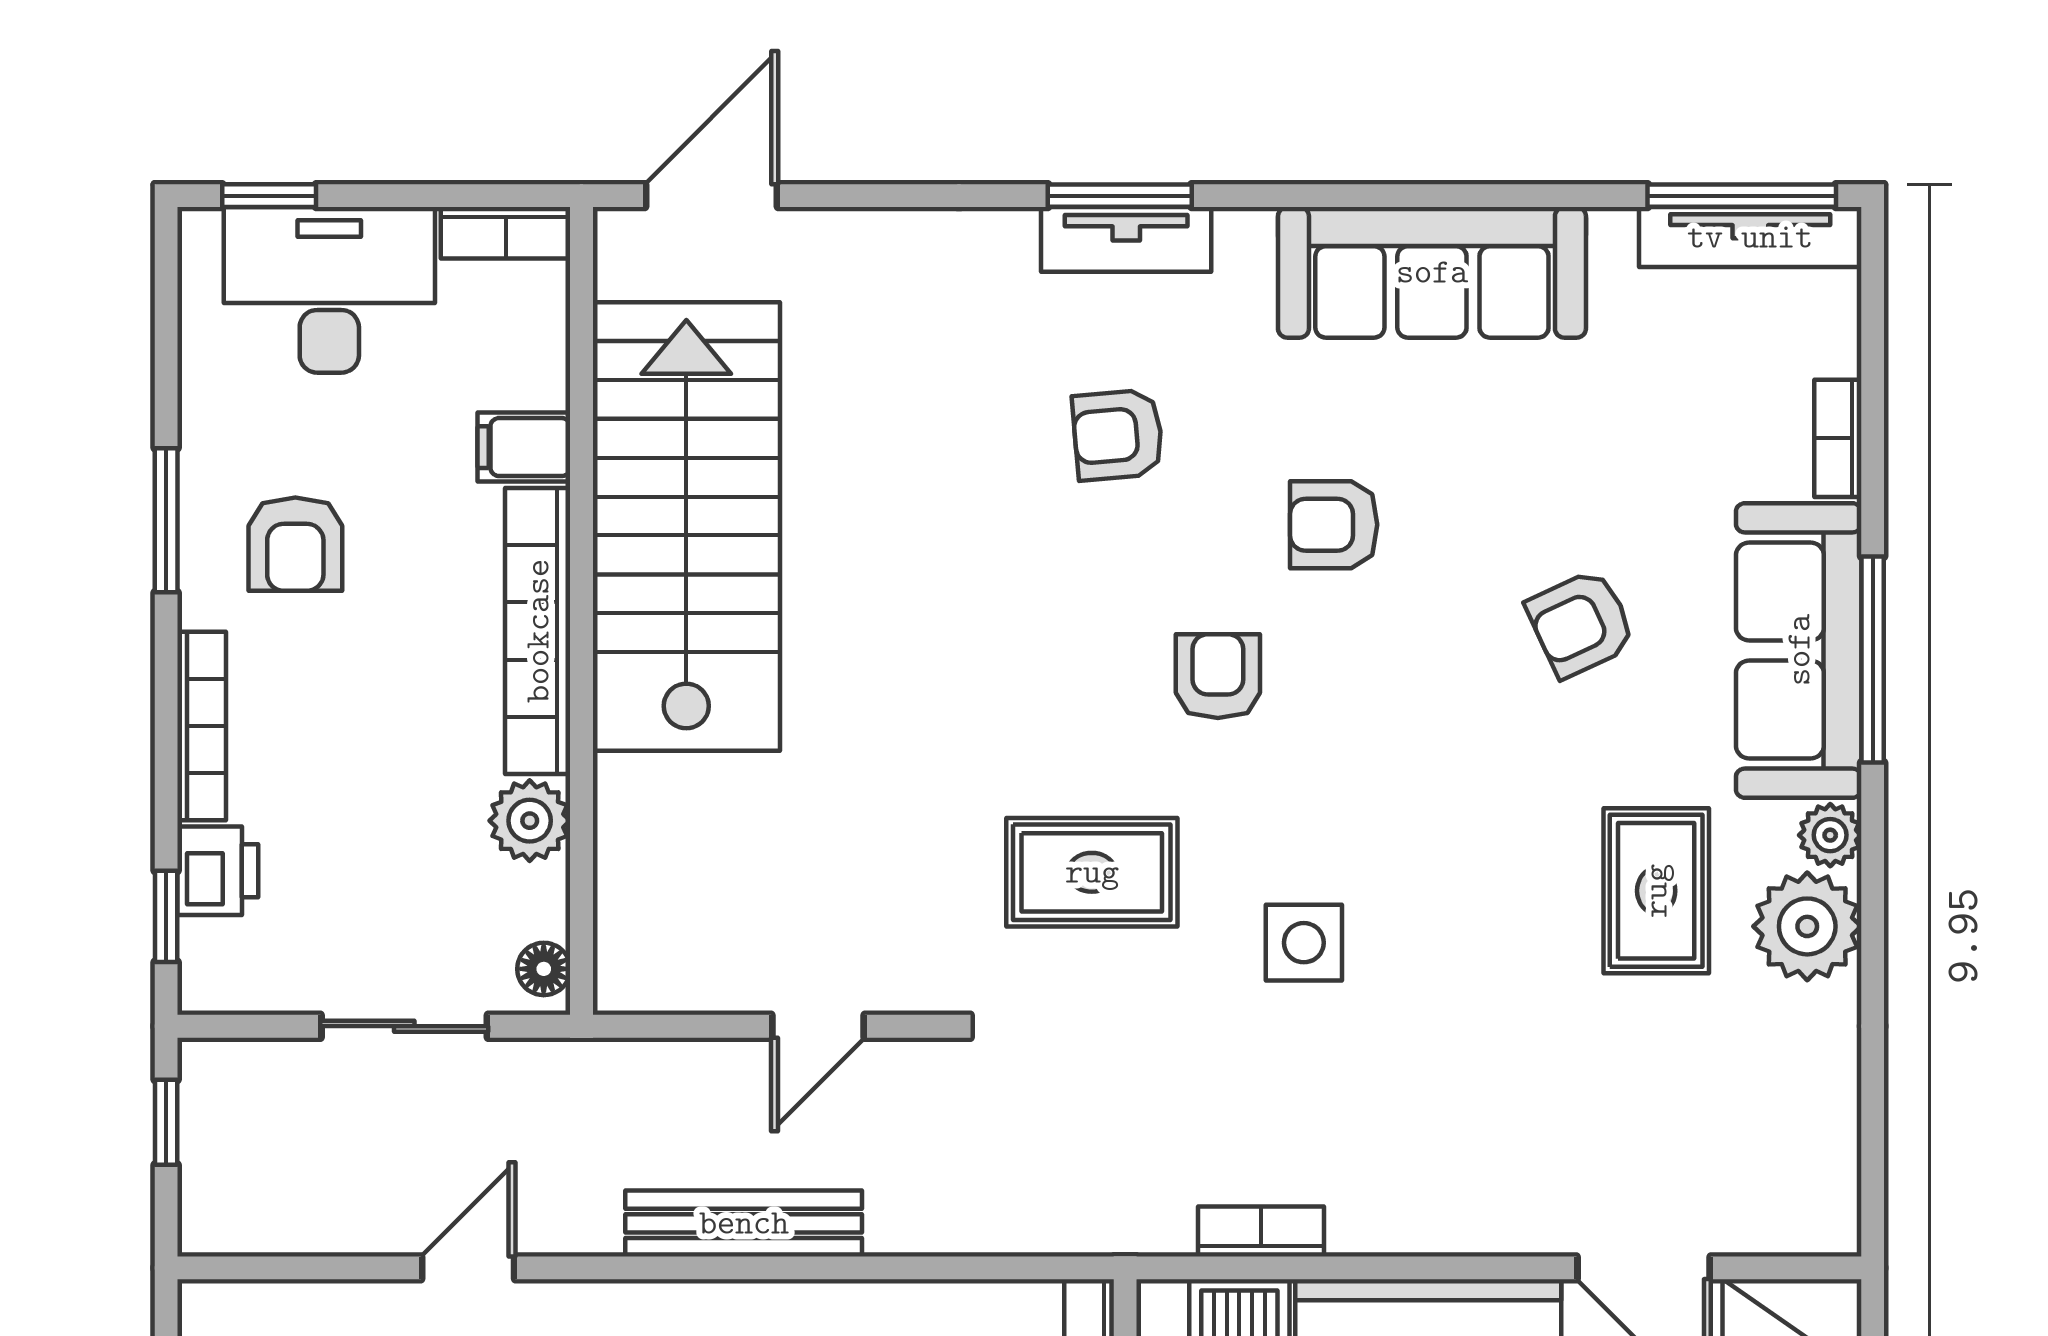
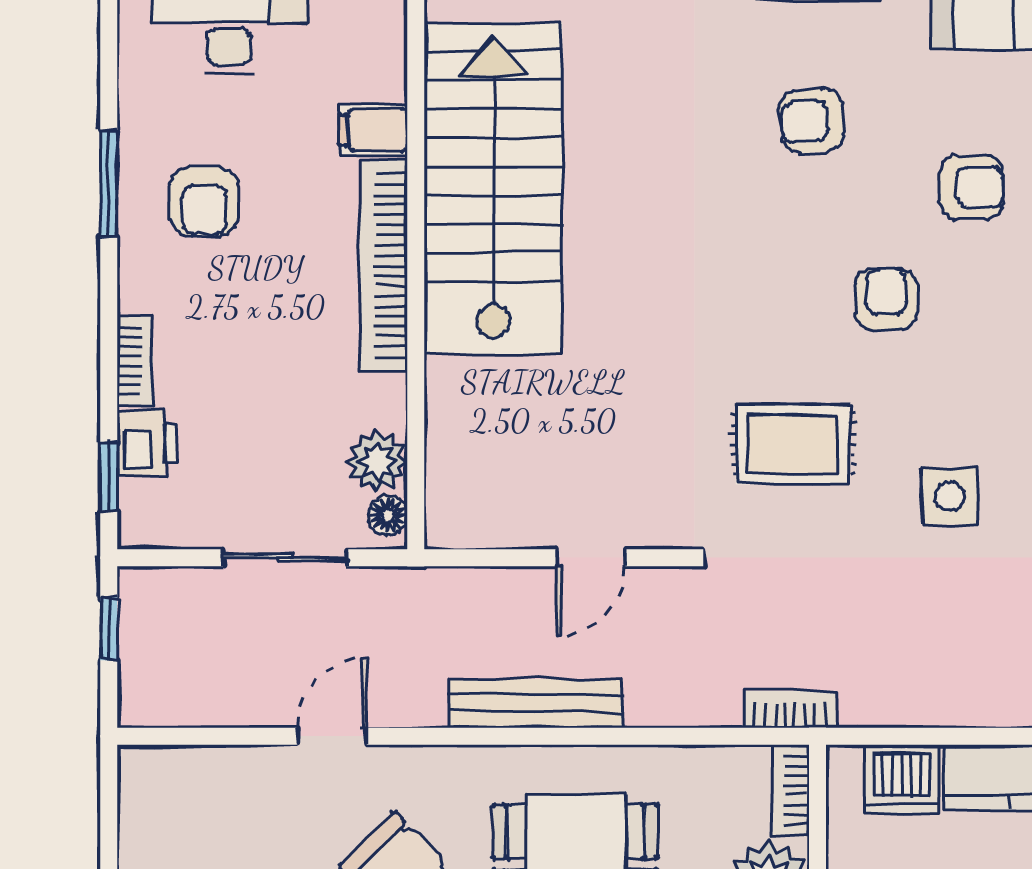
armchair: (1334, 525) -> (972, 187), turned 180
bookcase: (202, 726) -> (135, 361), width x0.64
plant: (530, 821) -> (377, 462), moved
bookcase: (1261, 1231) -> (790, 709), moved

